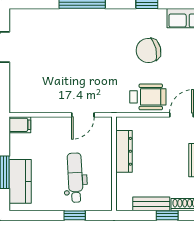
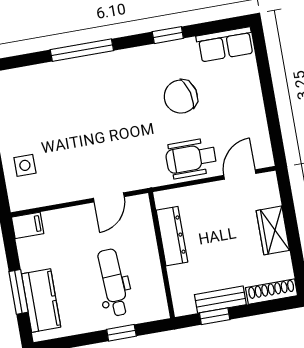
side table: (26, 81) -> (25, 165), added
wheelchair: (148, 97) -> (191, 158), turned 180
window: (167, 215) -> (215, 316), moved

